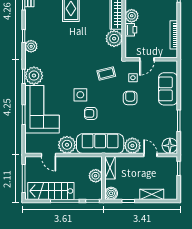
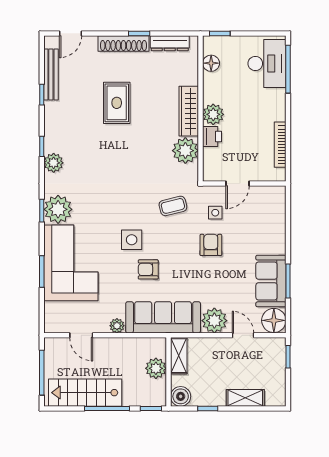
sofa: (168, 89) -> (271, 281), moved
plant: (67, 145) -> (117, 326), width x0.53, depth x0.53

